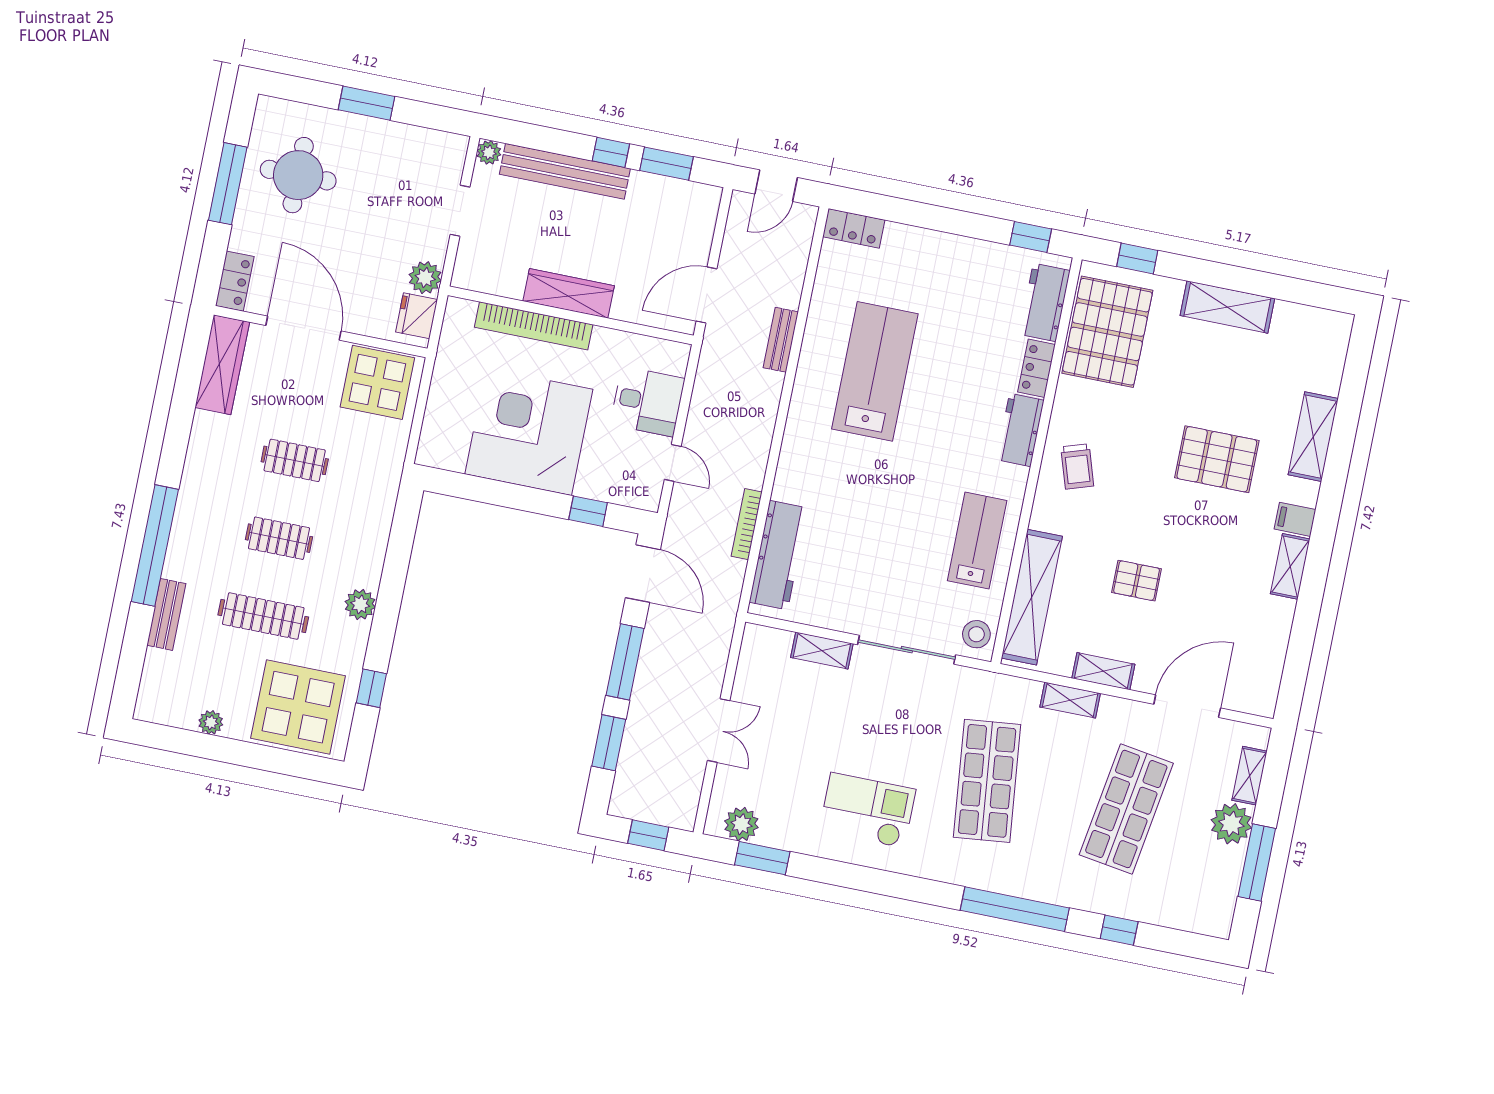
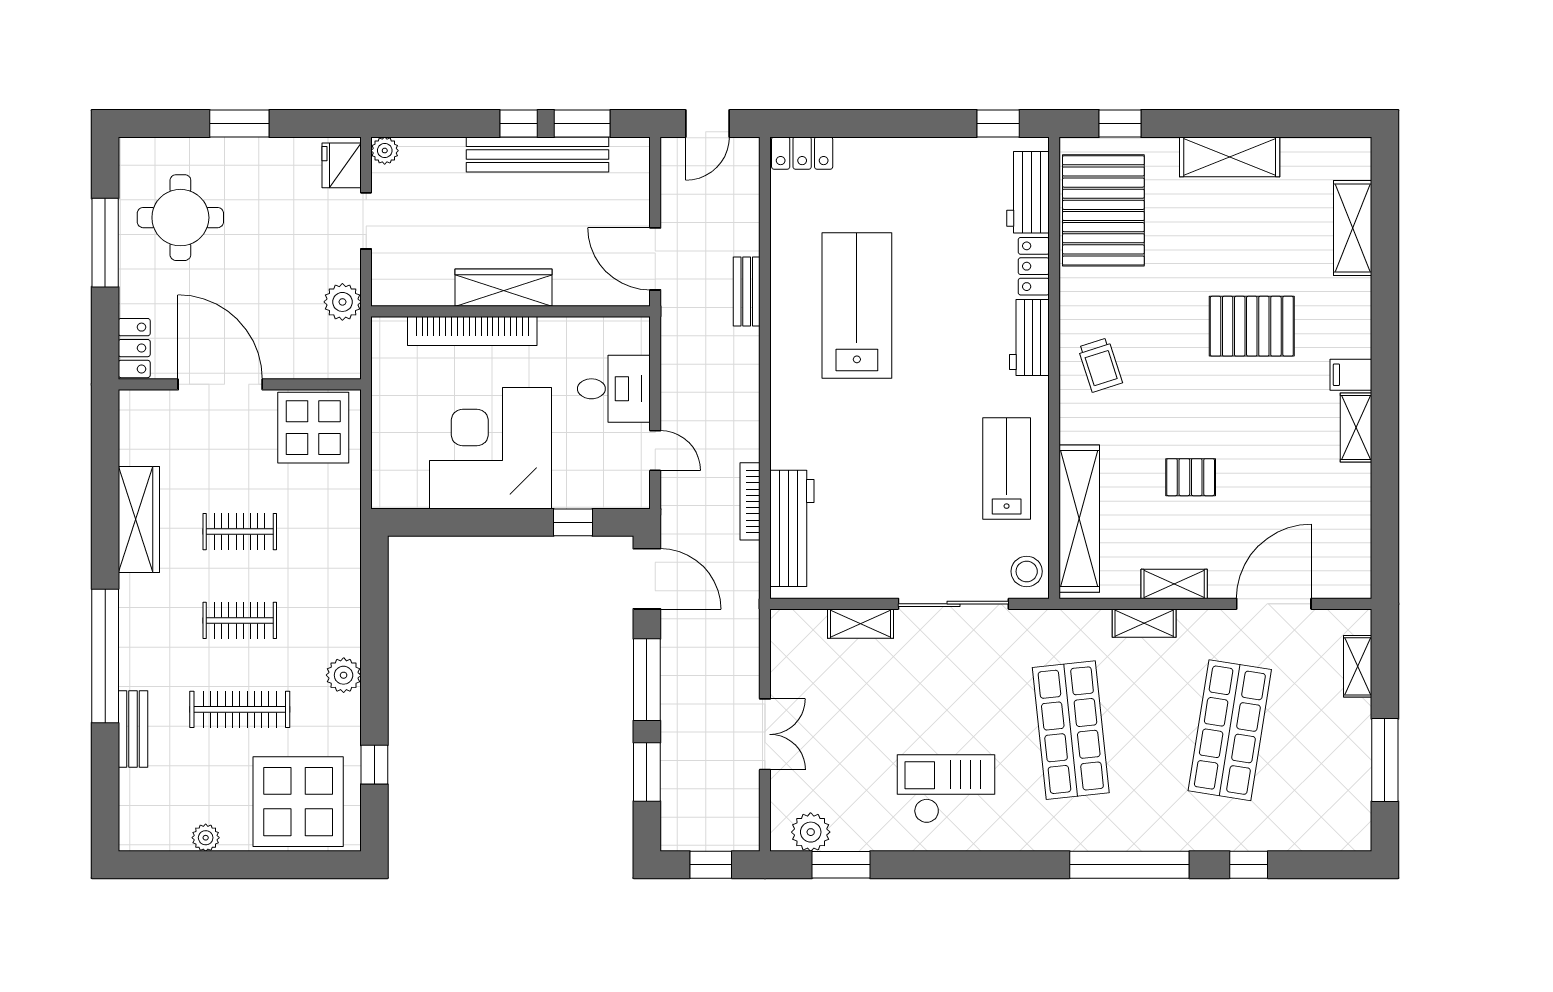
bench: (565, 171) -> (537, 154), moved
door: (707, 295) -> (655, 259), hinge flipped
fridge: (417, 316) -> (342, 165), moved
wardrobe: (222, 365) -> (139, 519), moved
shelving: (1313, 437) -> (1353, 228), moved
plant: (1231, 824) -> (1348, 723), removed

